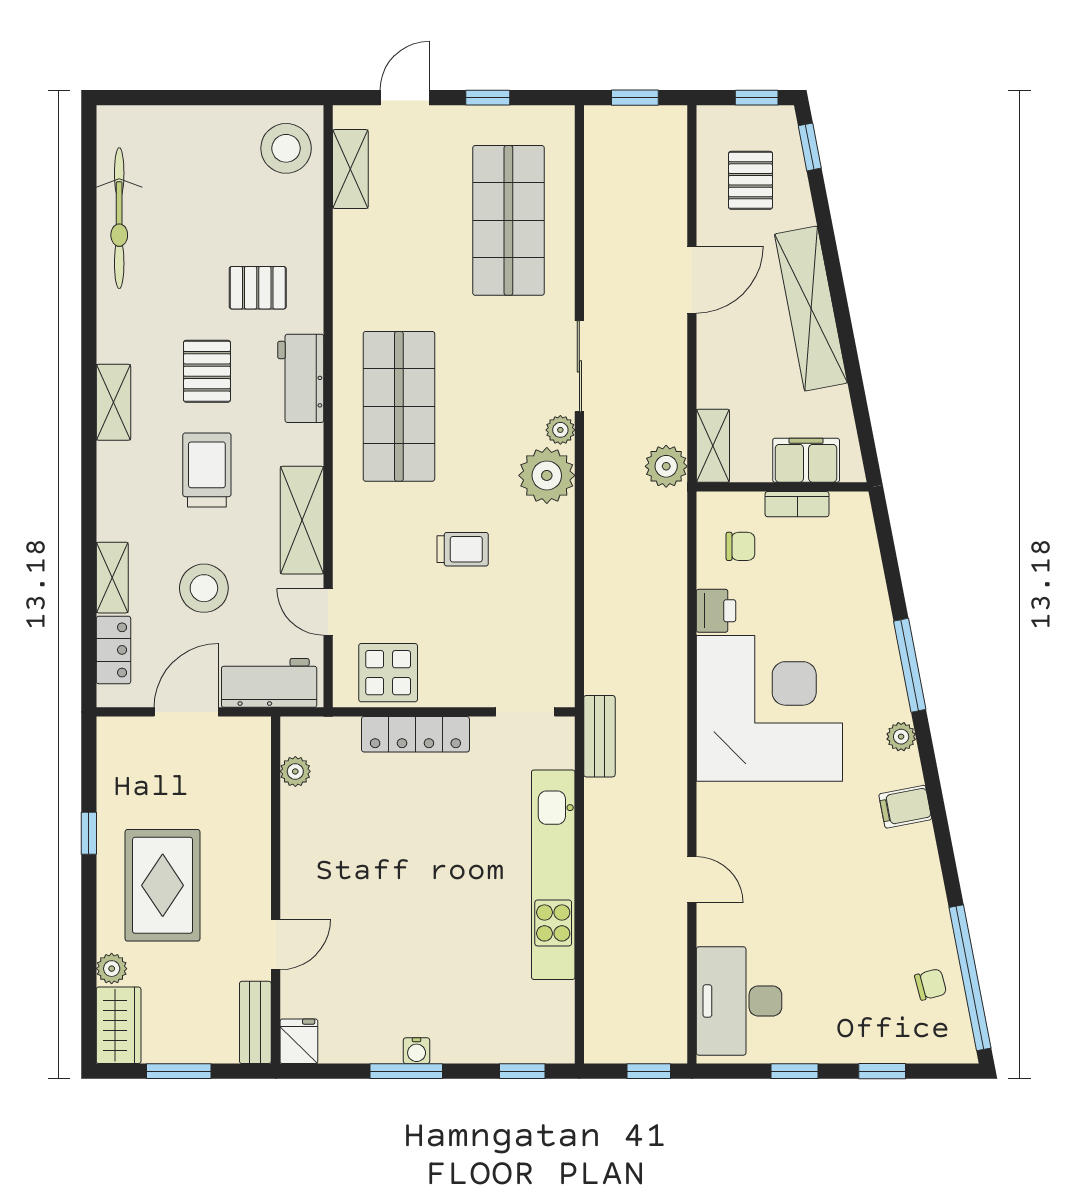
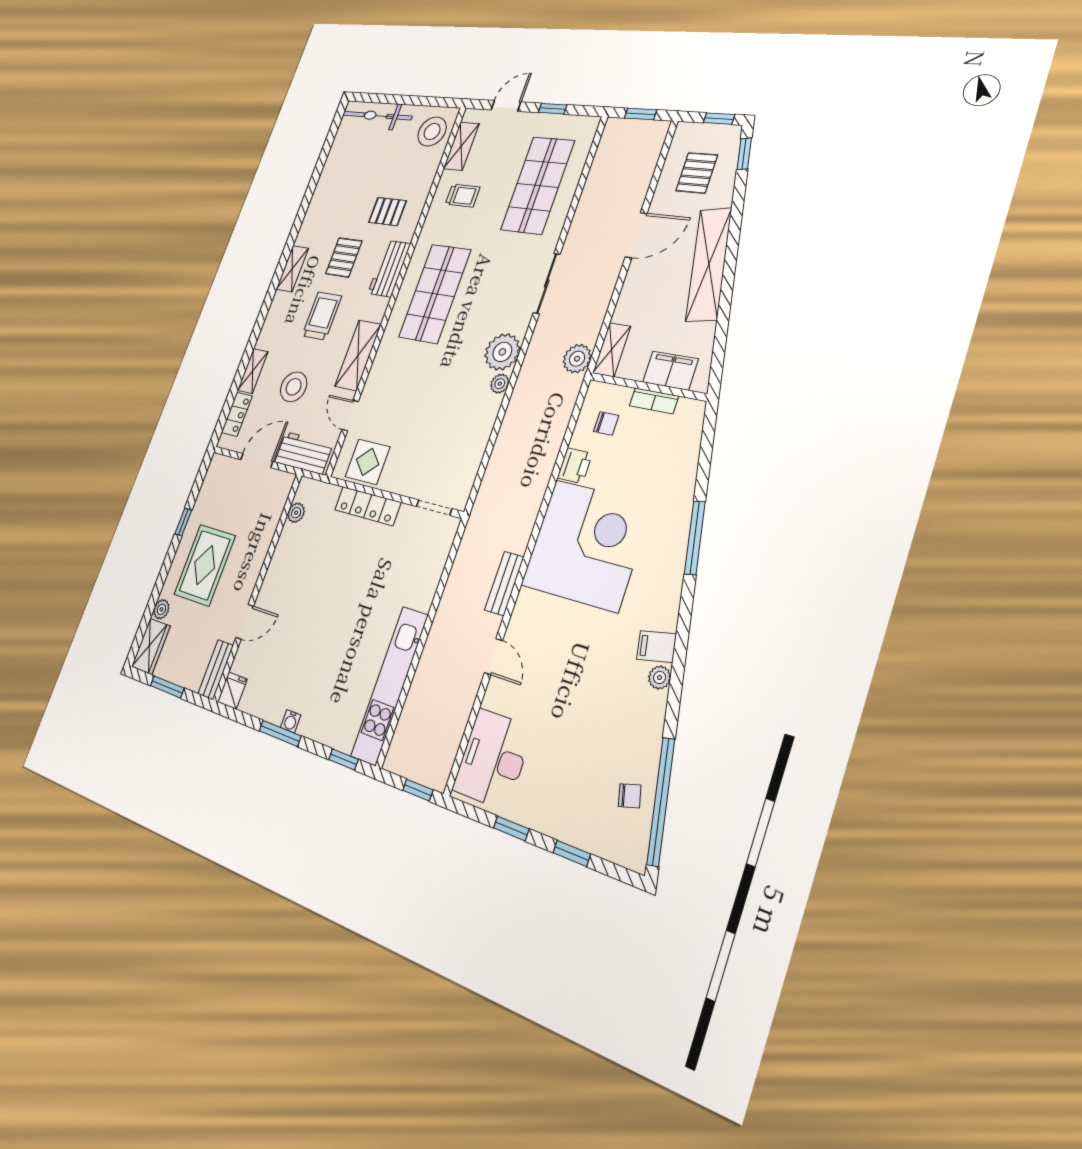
bicycle: (119, 218) -> (377, 116), moved, turned 90
plant: (560, 430) -> (500, 384), moved
trolley: (463, 549) -> (463, 196), moved
bench: (599, 736) -> (504, 584), moved
plant: (901, 737) -> (660, 677), moved
kitchen unit: (553, 875) -> (390, 685), moved

